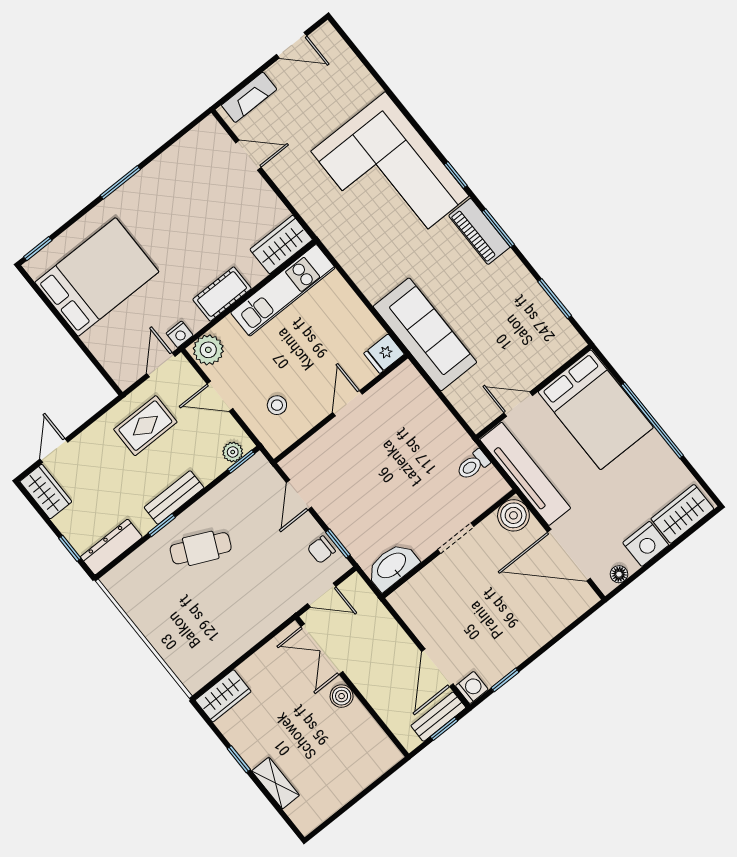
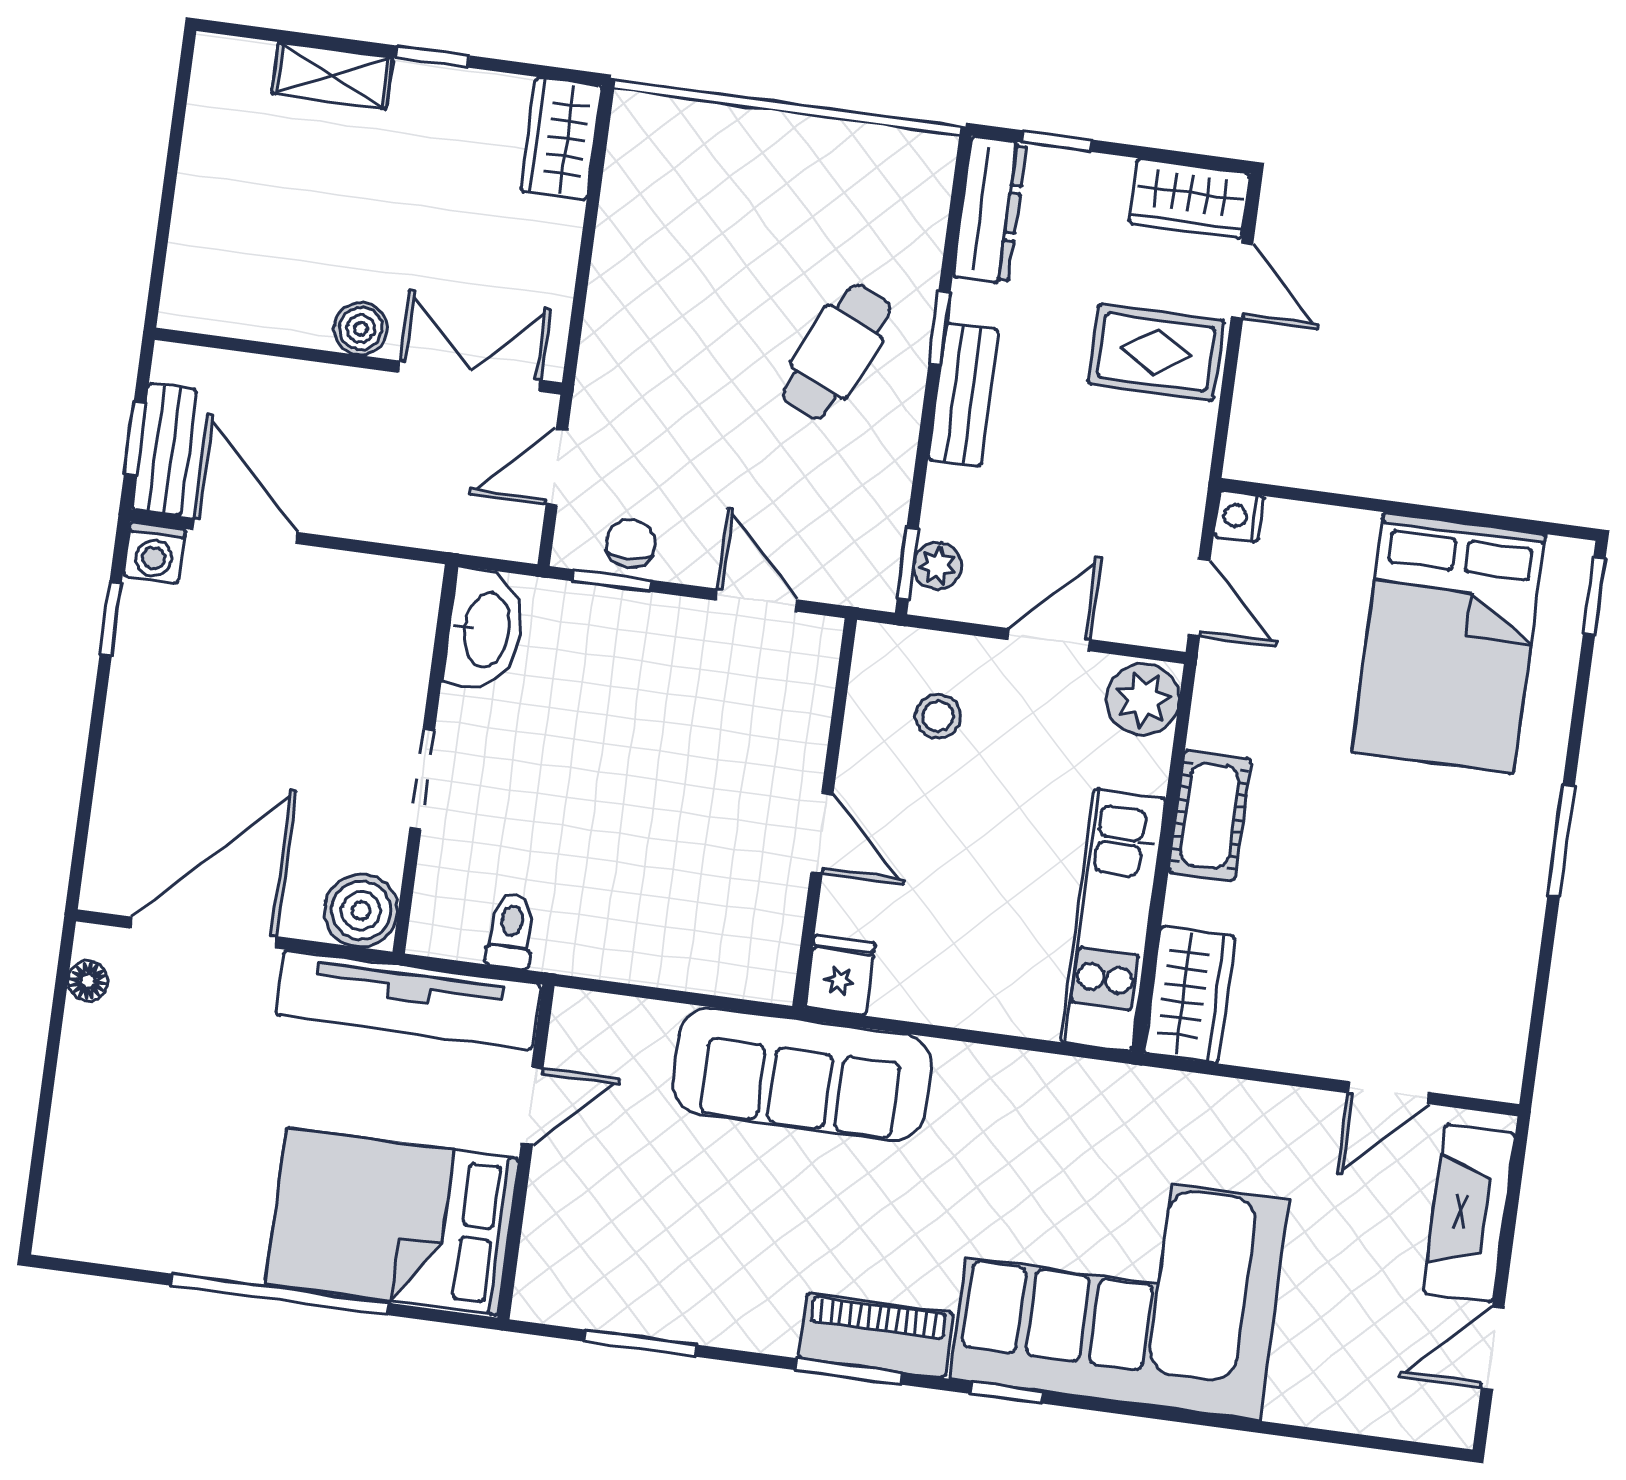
fireplace: (249, 97) -> (1469, 1213), width x1.37, depth x1.32
nightstand: (180, 334) -> (1239, 516), moved
rug: (145, 426) -> (1156, 352), moved, turned 90
wardrobe: (682, 514) -> (78, 1185), removed
nightstand: (646, 544) -> (92, 1075), removed

